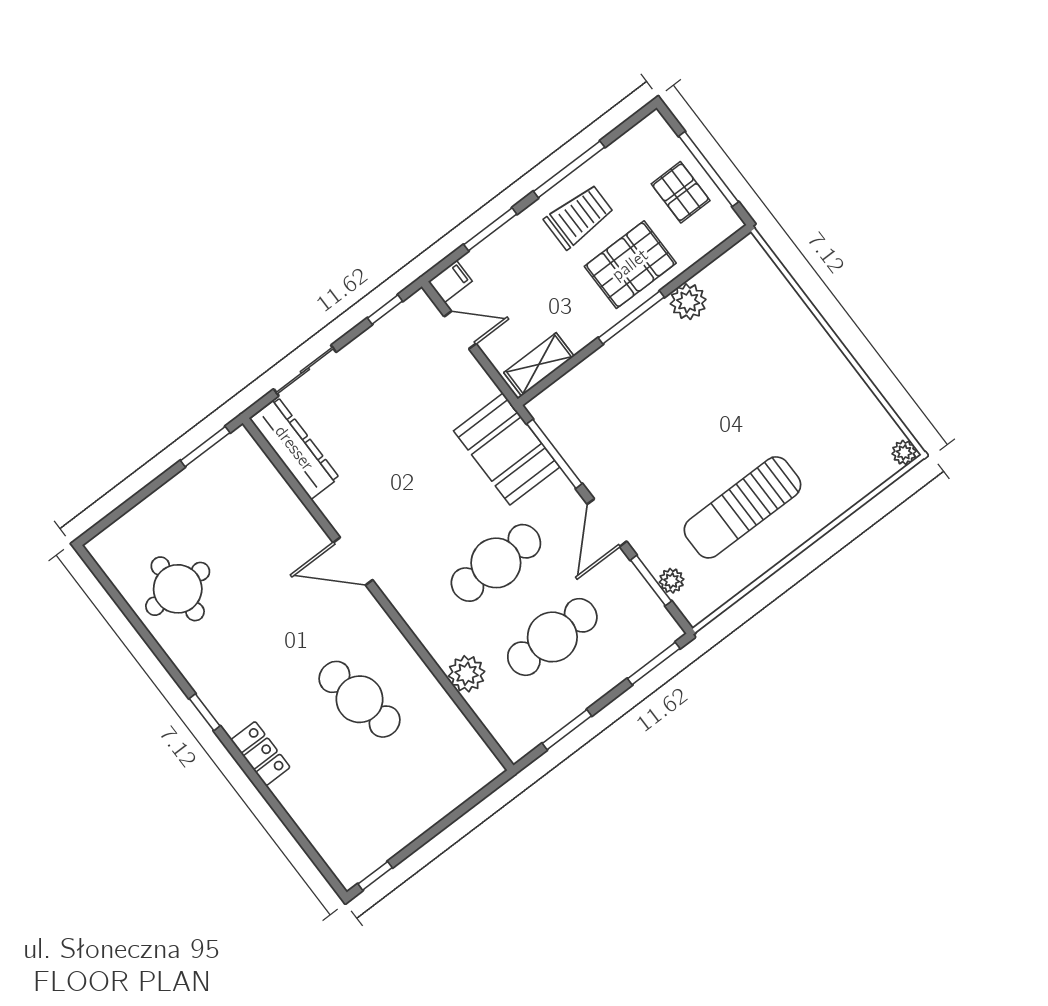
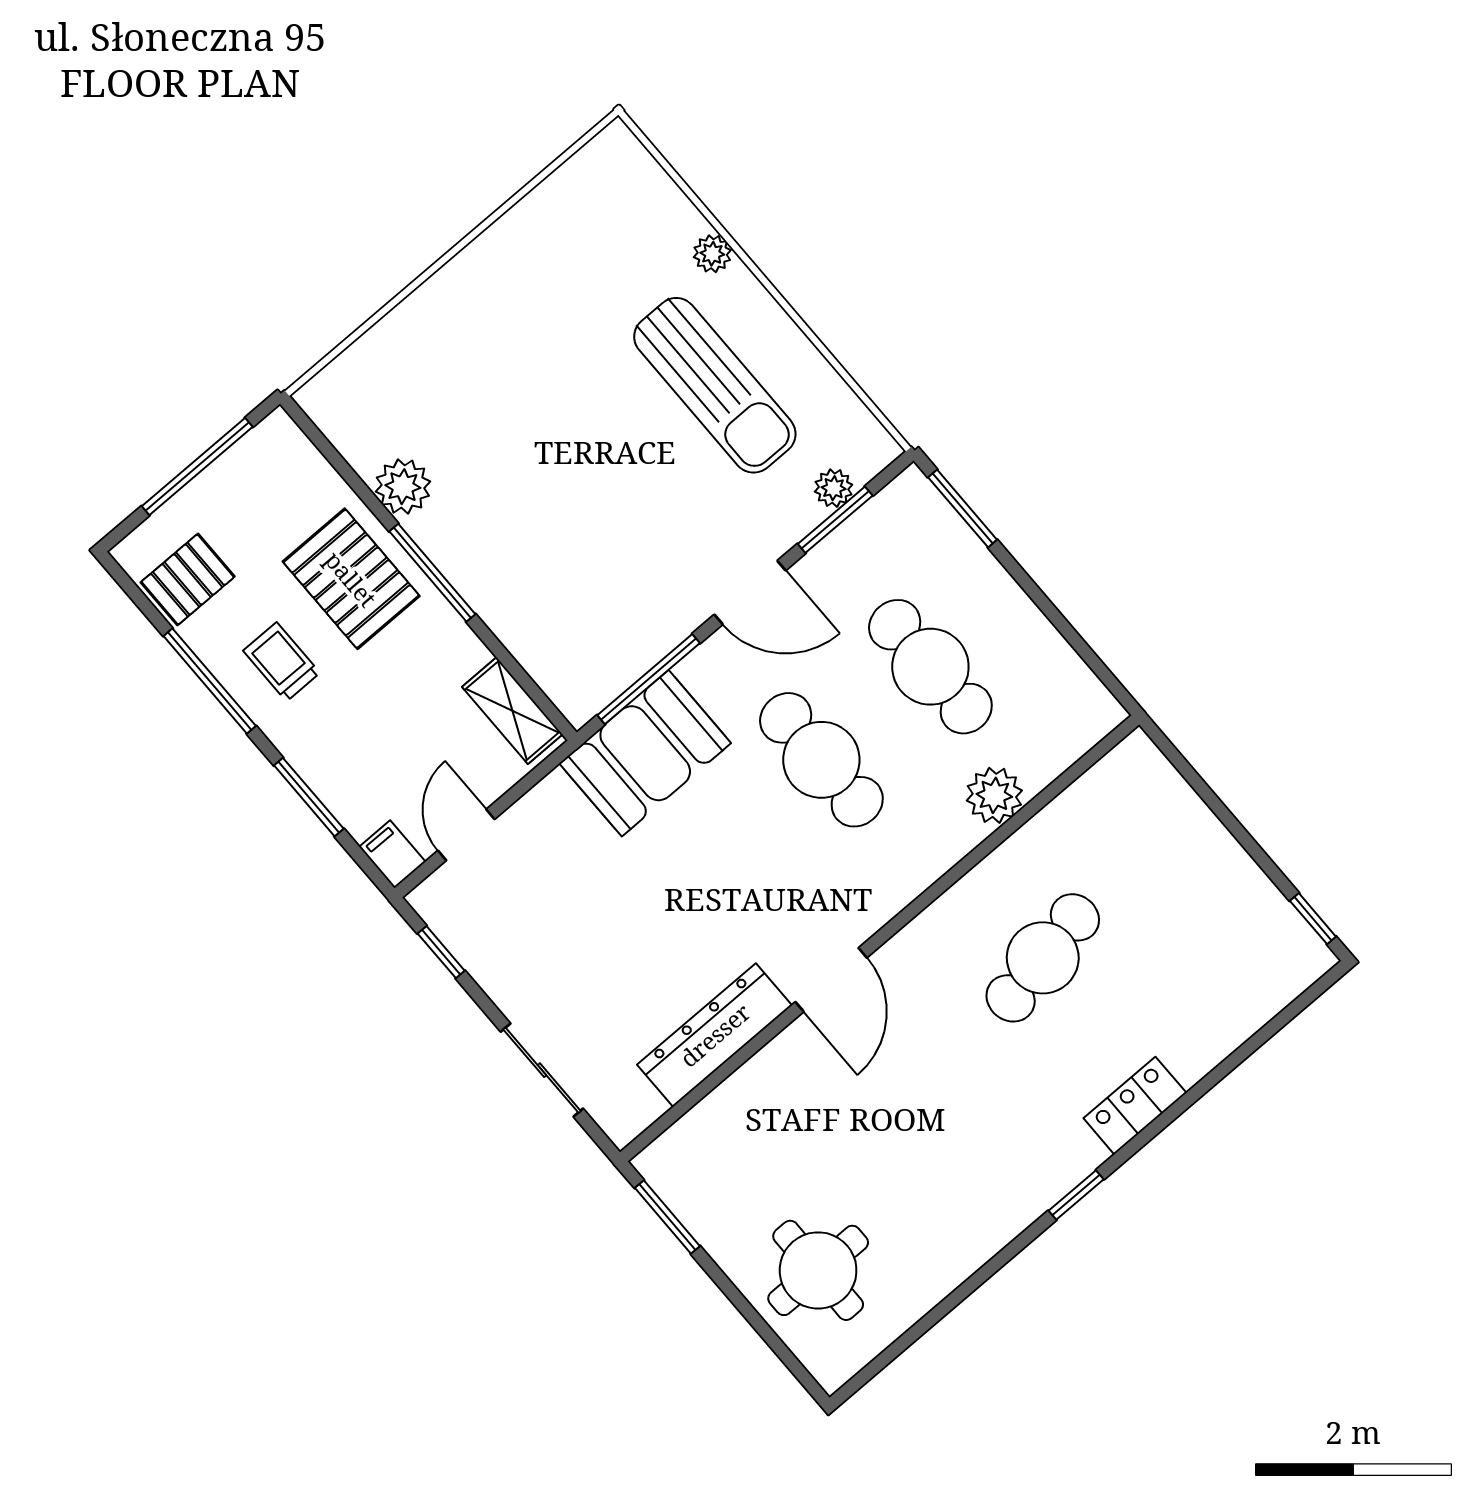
pallet: (681, 192) -> (188, 579), moved
trolley: (579, 217) -> (282, 662), width x0.73, depth x0.72
dresser: (294, 448) -> (715, 1035), moved
plant: (904, 452) -> (712, 254), moved
round table: (178, 589) -> (818, 1270), moved
window: (567, 730) -> (1072, 636), removed

